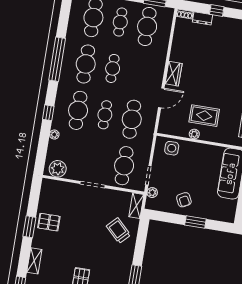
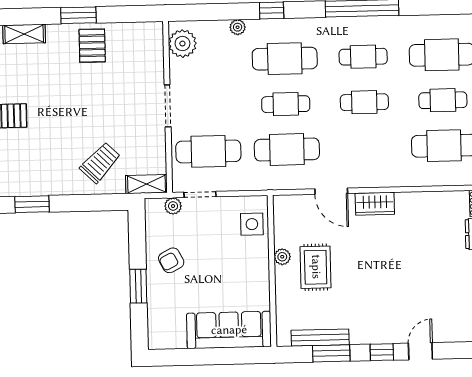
cafe table: (86, 64) -> (363, 57), width x0.73, depth x0.74

